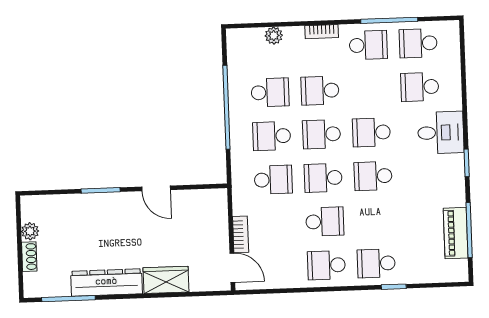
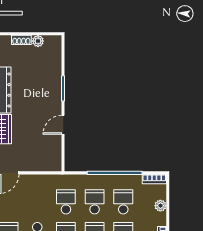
school desk: (270, 92) -> (123, 202), turned 180
school desk: (273, 180) -> (66, 202), turned 180
bookcase: (241, 234) -> (154, 179), moved

